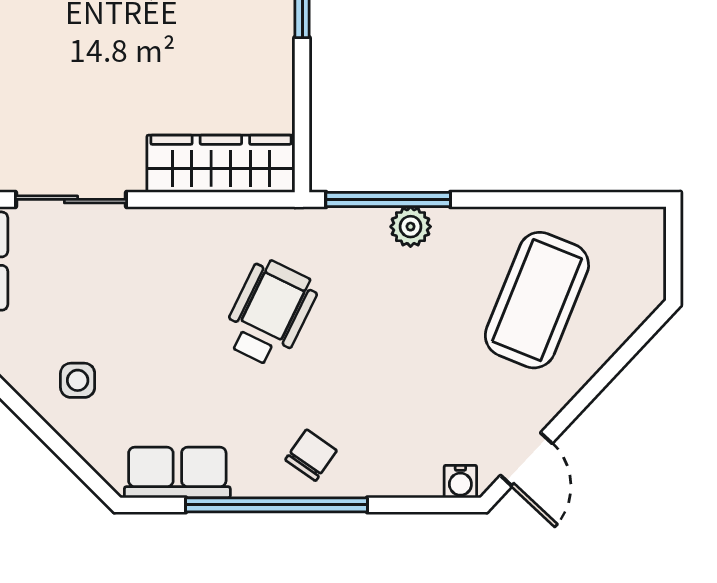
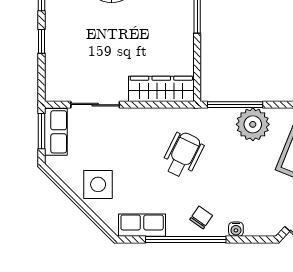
plant: (411, 227) -> (253, 124), width x1.88, depth x1.88
side table: (78, 380) -> (98, 184), width x1.87, depth x1.87
water cooler: (460, 482) -> (236, 229), moved

